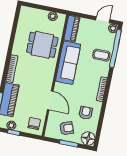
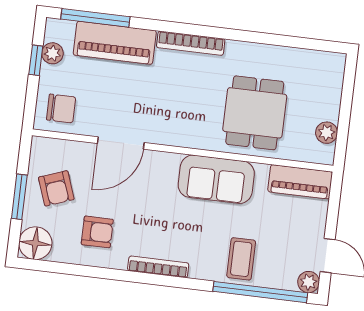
sofa: (68, 63) -> (216, 179), width x0.73

